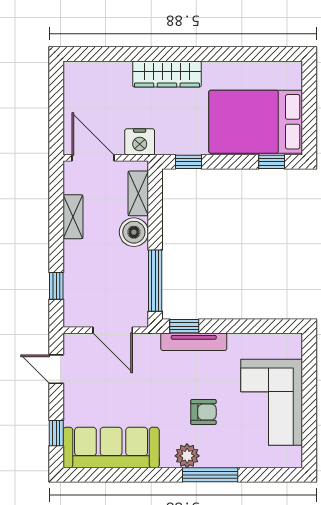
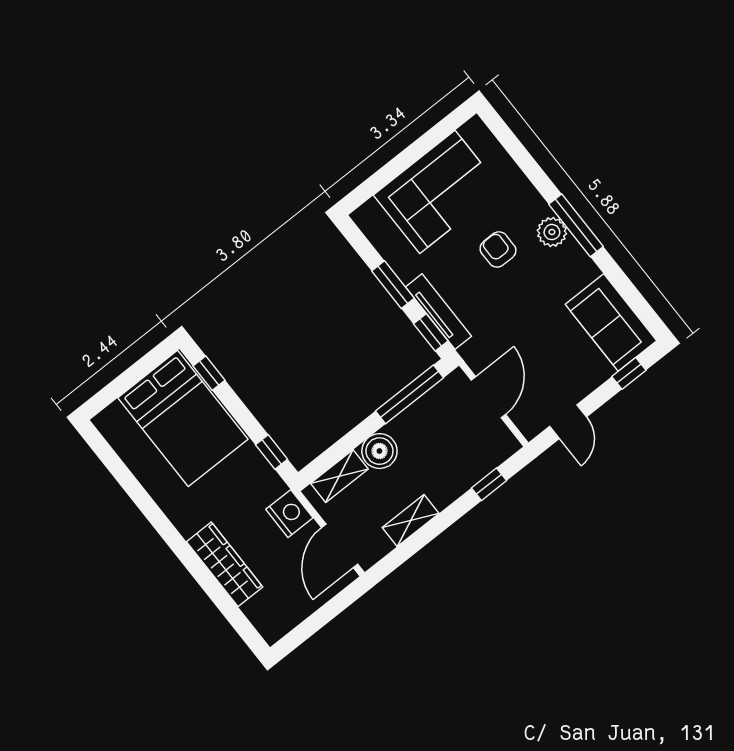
wardrobe: (167, 74) -> (225, 564), moved
window: (234, 326) -> (393, 285), added
sofa: (111, 448) -> (611, 323), width x0.73
window: (210, 475) -> (576, 225), moved

